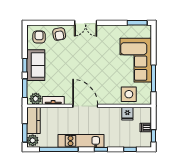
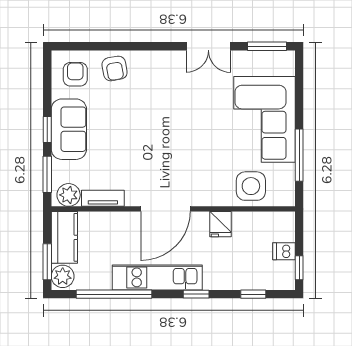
double door: (86, 23) -> (208, 46), moved
door: (85, 106) -> (166, 209), swing flipped
fridge: (127, 114) -> (220, 224), moved

